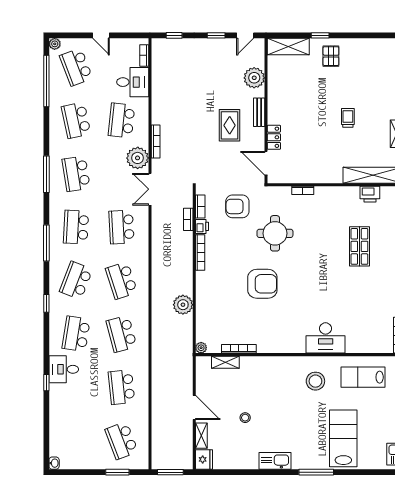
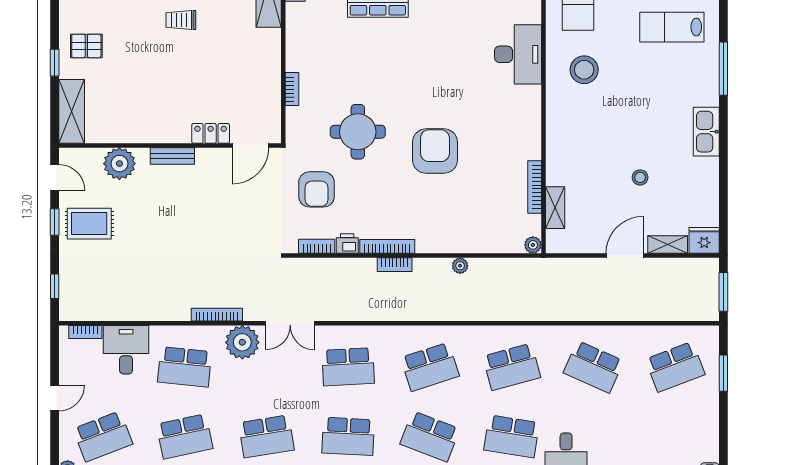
rug: (230, 125) -> (89, 224), moved
bookcase: (188, 219) -> (395, 265), moved
plant: (183, 305) -> (460, 266), width x0.53, depth x0.53
school desk: (121, 387) -> (593, 367), turned 30
lab bench: (343, 438) -> (672, 27), width x0.73, depth x0.72

